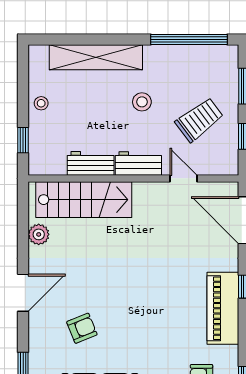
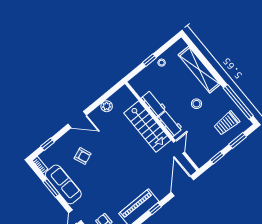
trolley: (199, 120) -> (227, 123), moved, turned 127
window: (23, 140) -> (149, 60), moved
stairs: (84, 200) -> (147, 126), moved

